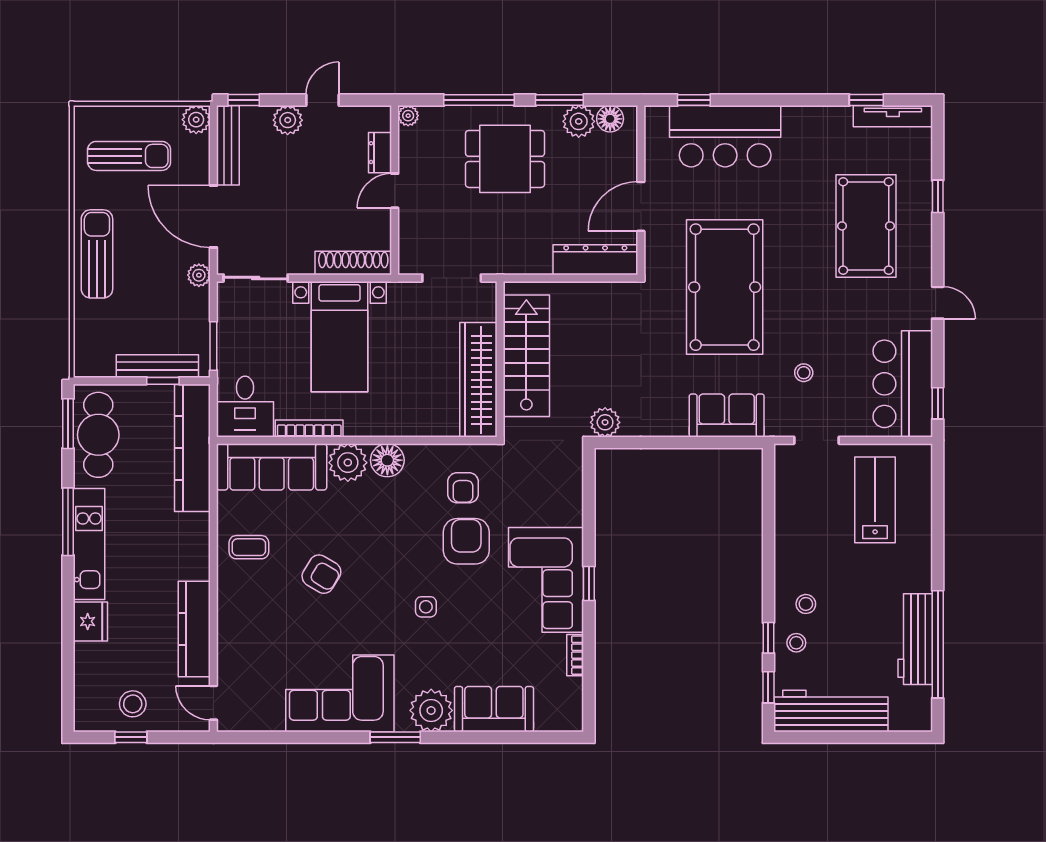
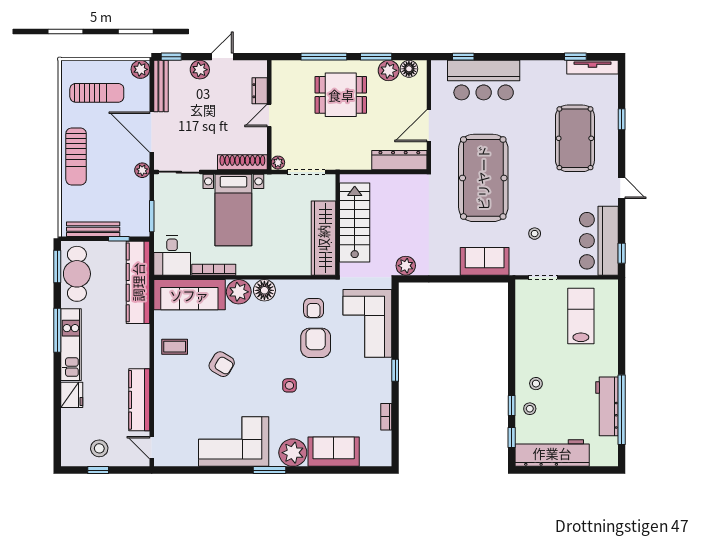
plant: (408, 116) -> (278, 163), moved
sun lounger: (97, 254) -> (76, 156), turned 180
bench: (157, 366) -> (93, 229), moved
corner sofa: (546, 580) -> (367, 323), moved

